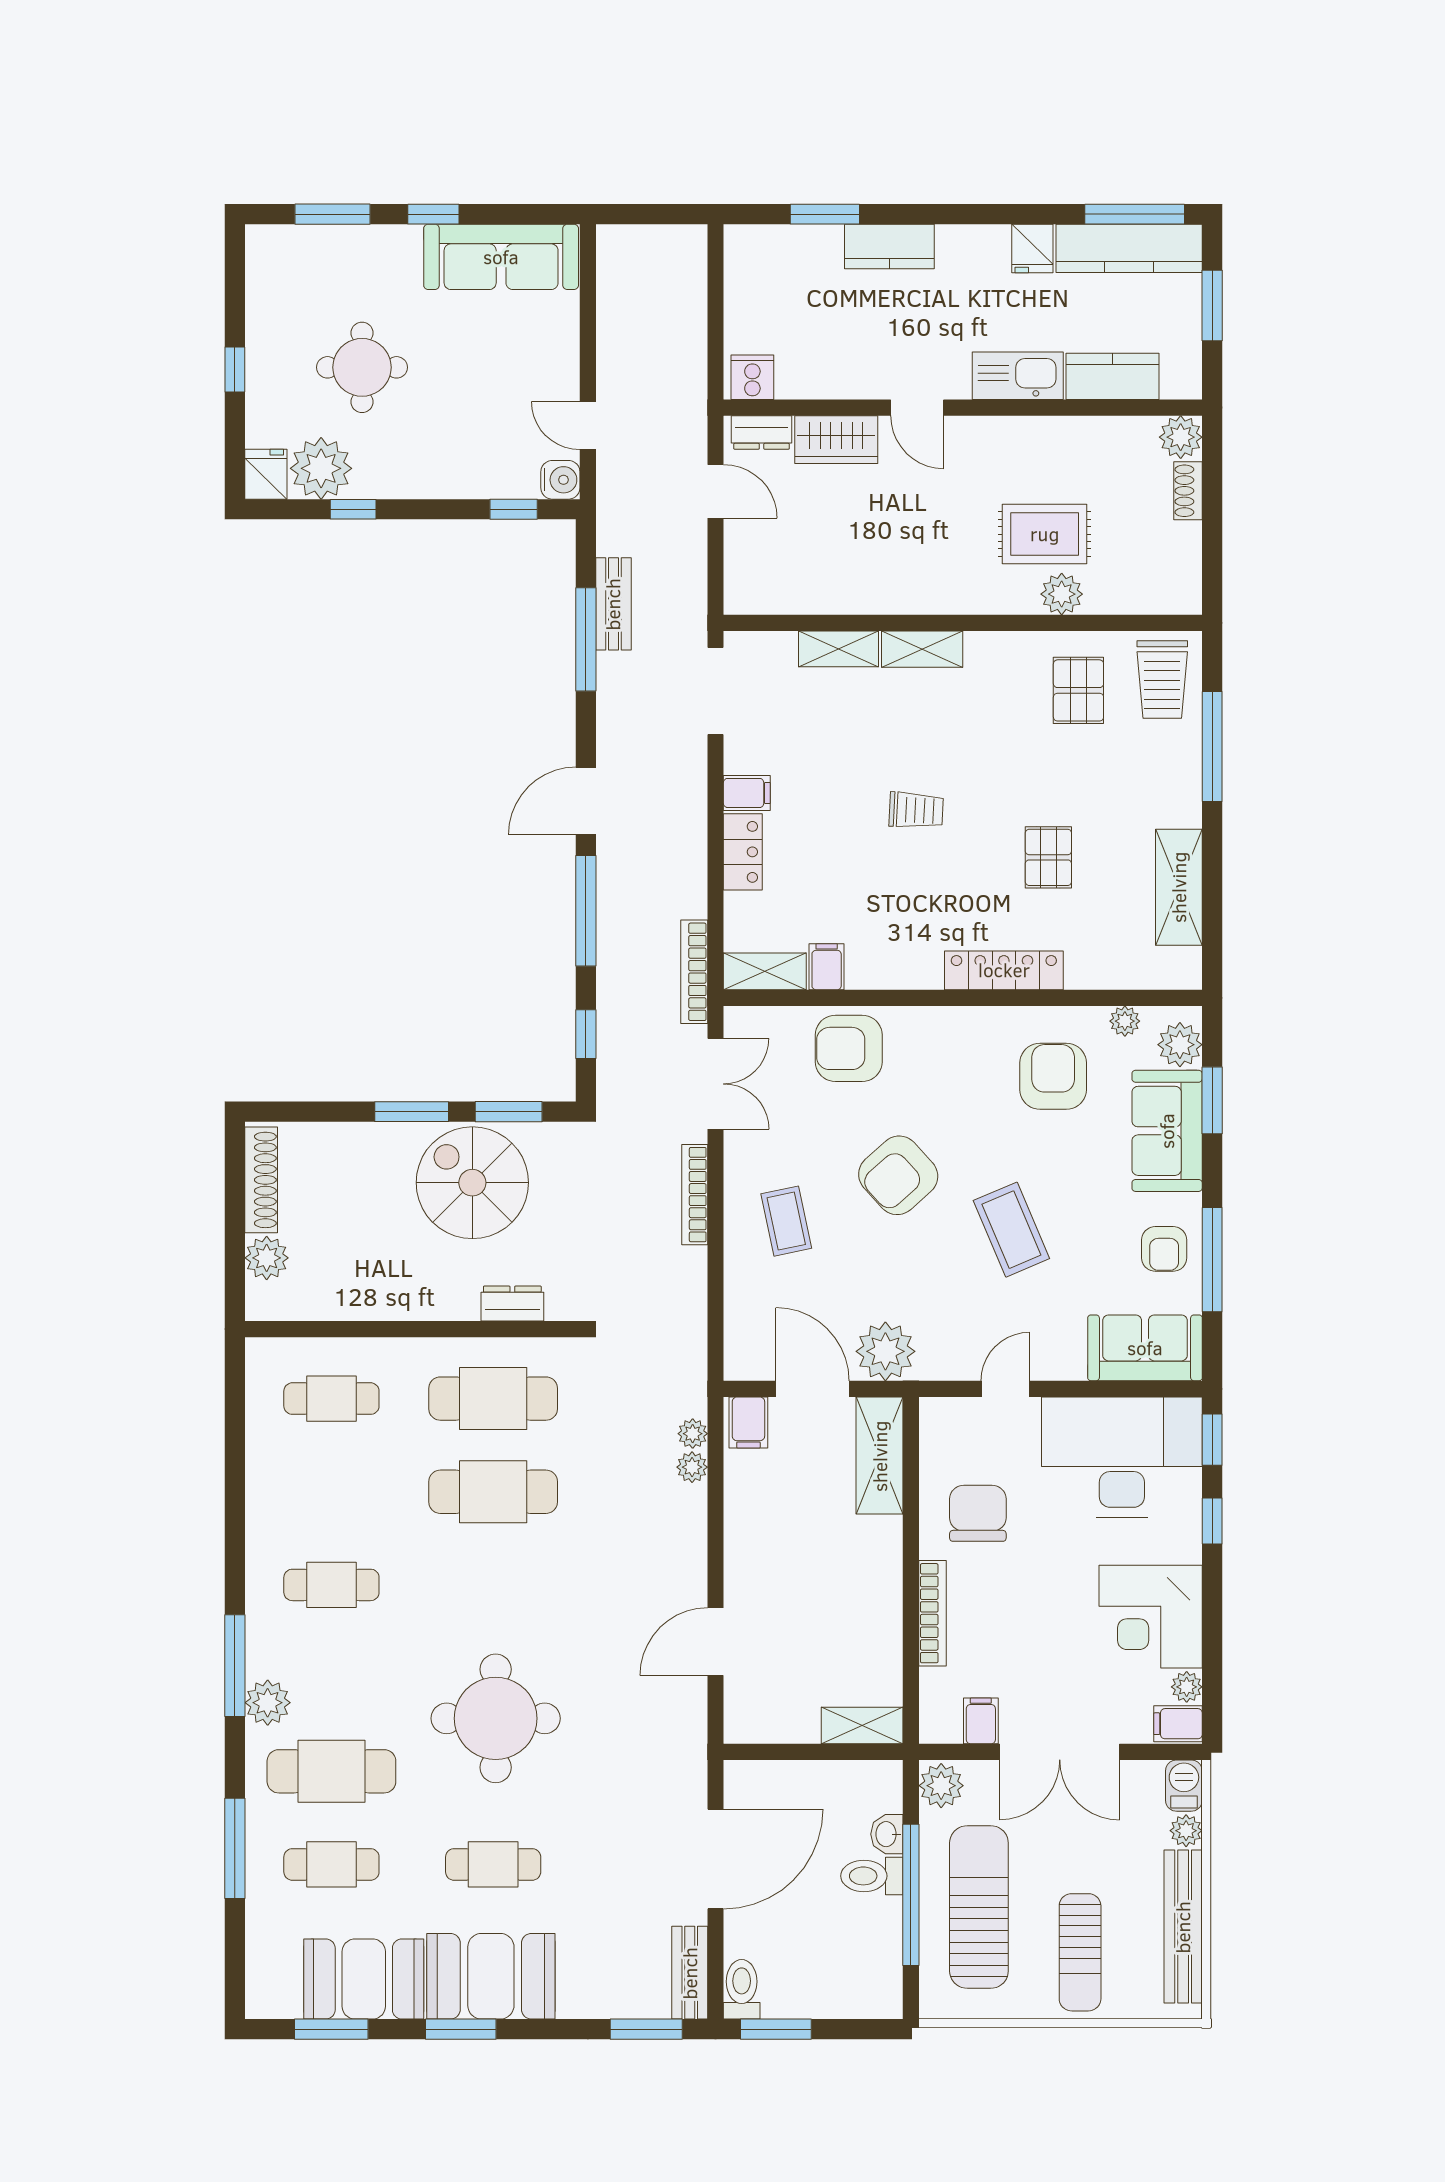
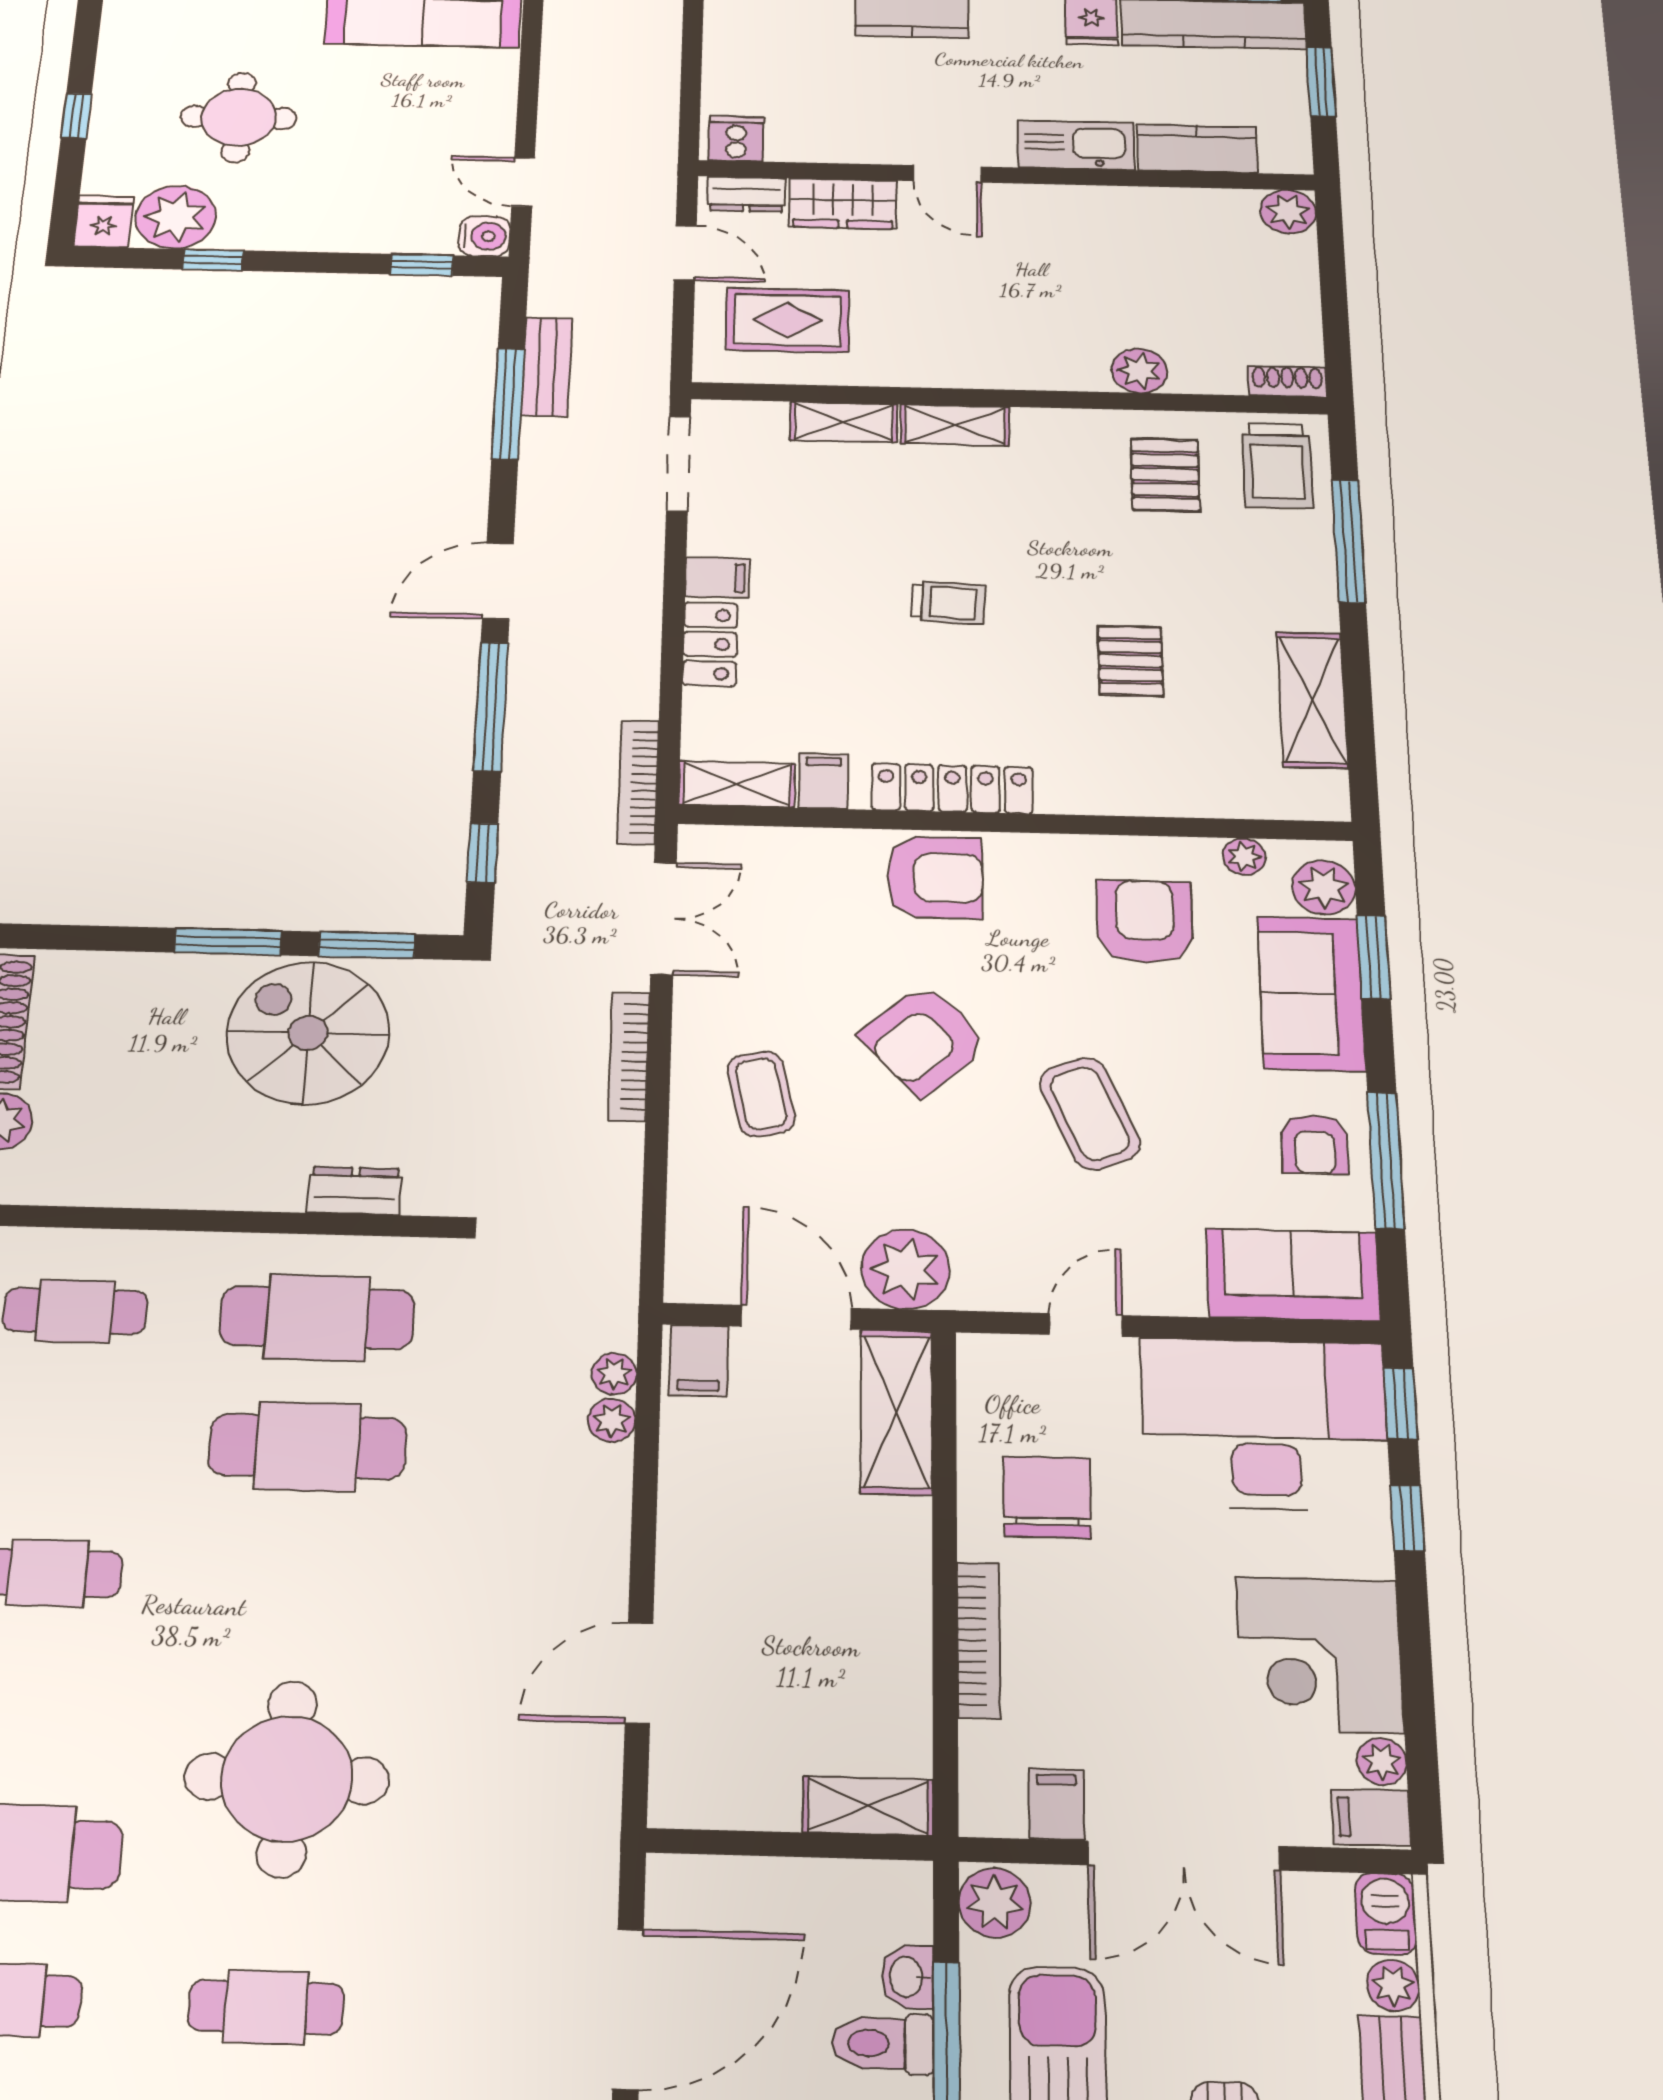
shoe rack: (1188, 491) -> (1287, 381), moved, turned 90
rug: (1045, 534) -> (788, 320), moved
locker: (1004, 970) -> (952, 788), moved
armchair: (849, 1048) -> (935, 878), moved, turned 180

